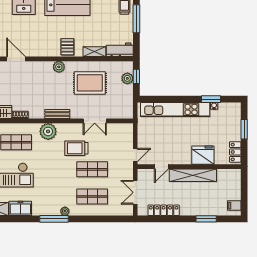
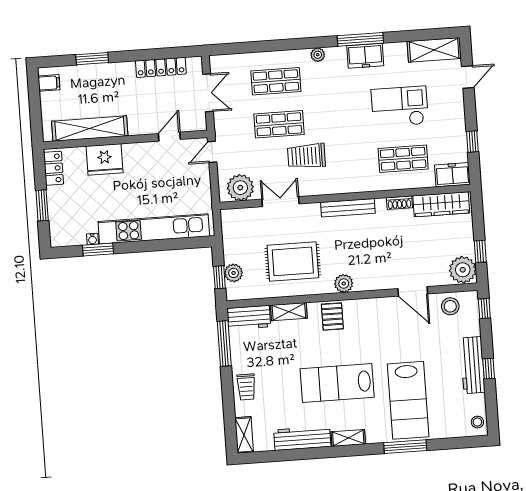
window: (136, 19) -> (224, 344), moved
bench: (57, 114) -> (348, 208), width x1.36
plant: (48, 131) -> (240, 188), moved
trolley: (76, 148) -> (306, 156), turned 180
shelving: (193, 175) -> (90, 129), moved
freezer: (20, 208) -> (365, 56), moved
window: (54, 219) -> (360, 39), moved

